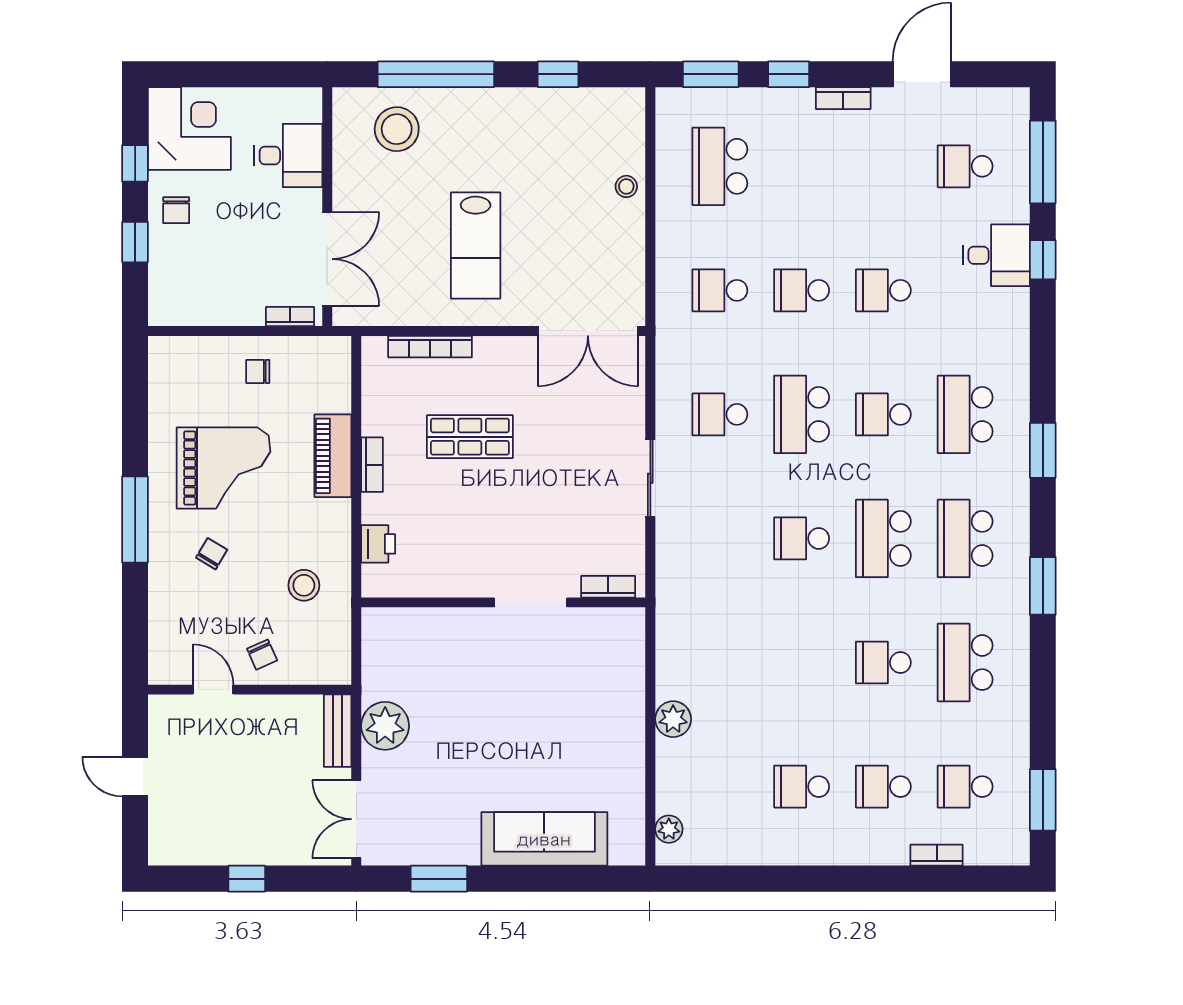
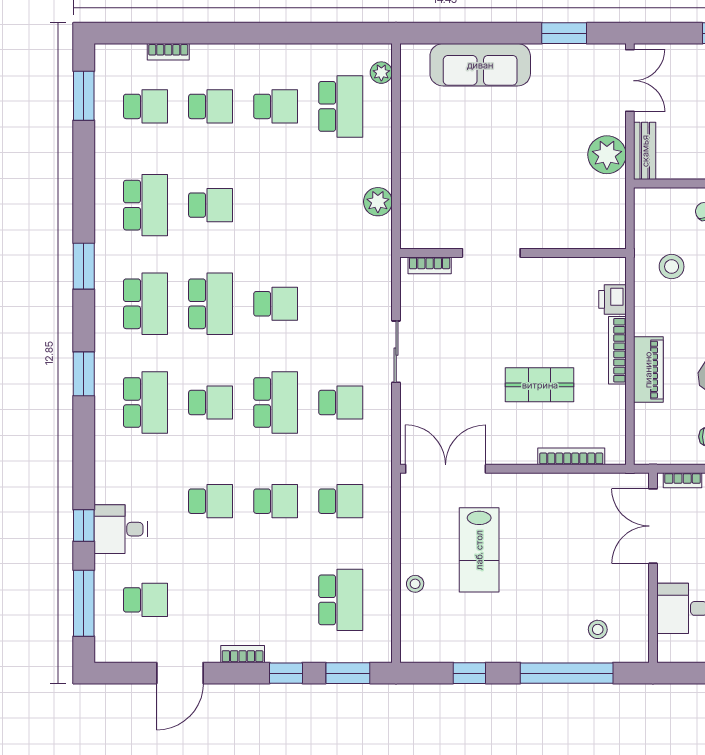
stool: (397, 129) -> (598, 629), width x0.53, depth x0.53
lab bench: (476, 245) -> (479, 550), moved, turned 180
bookcase: (372, 465) -> (617, 350), width x1.56
plant: (673, 719) -> (378, 202), moved
school desk: (720, 787) -> (341, 106), added

